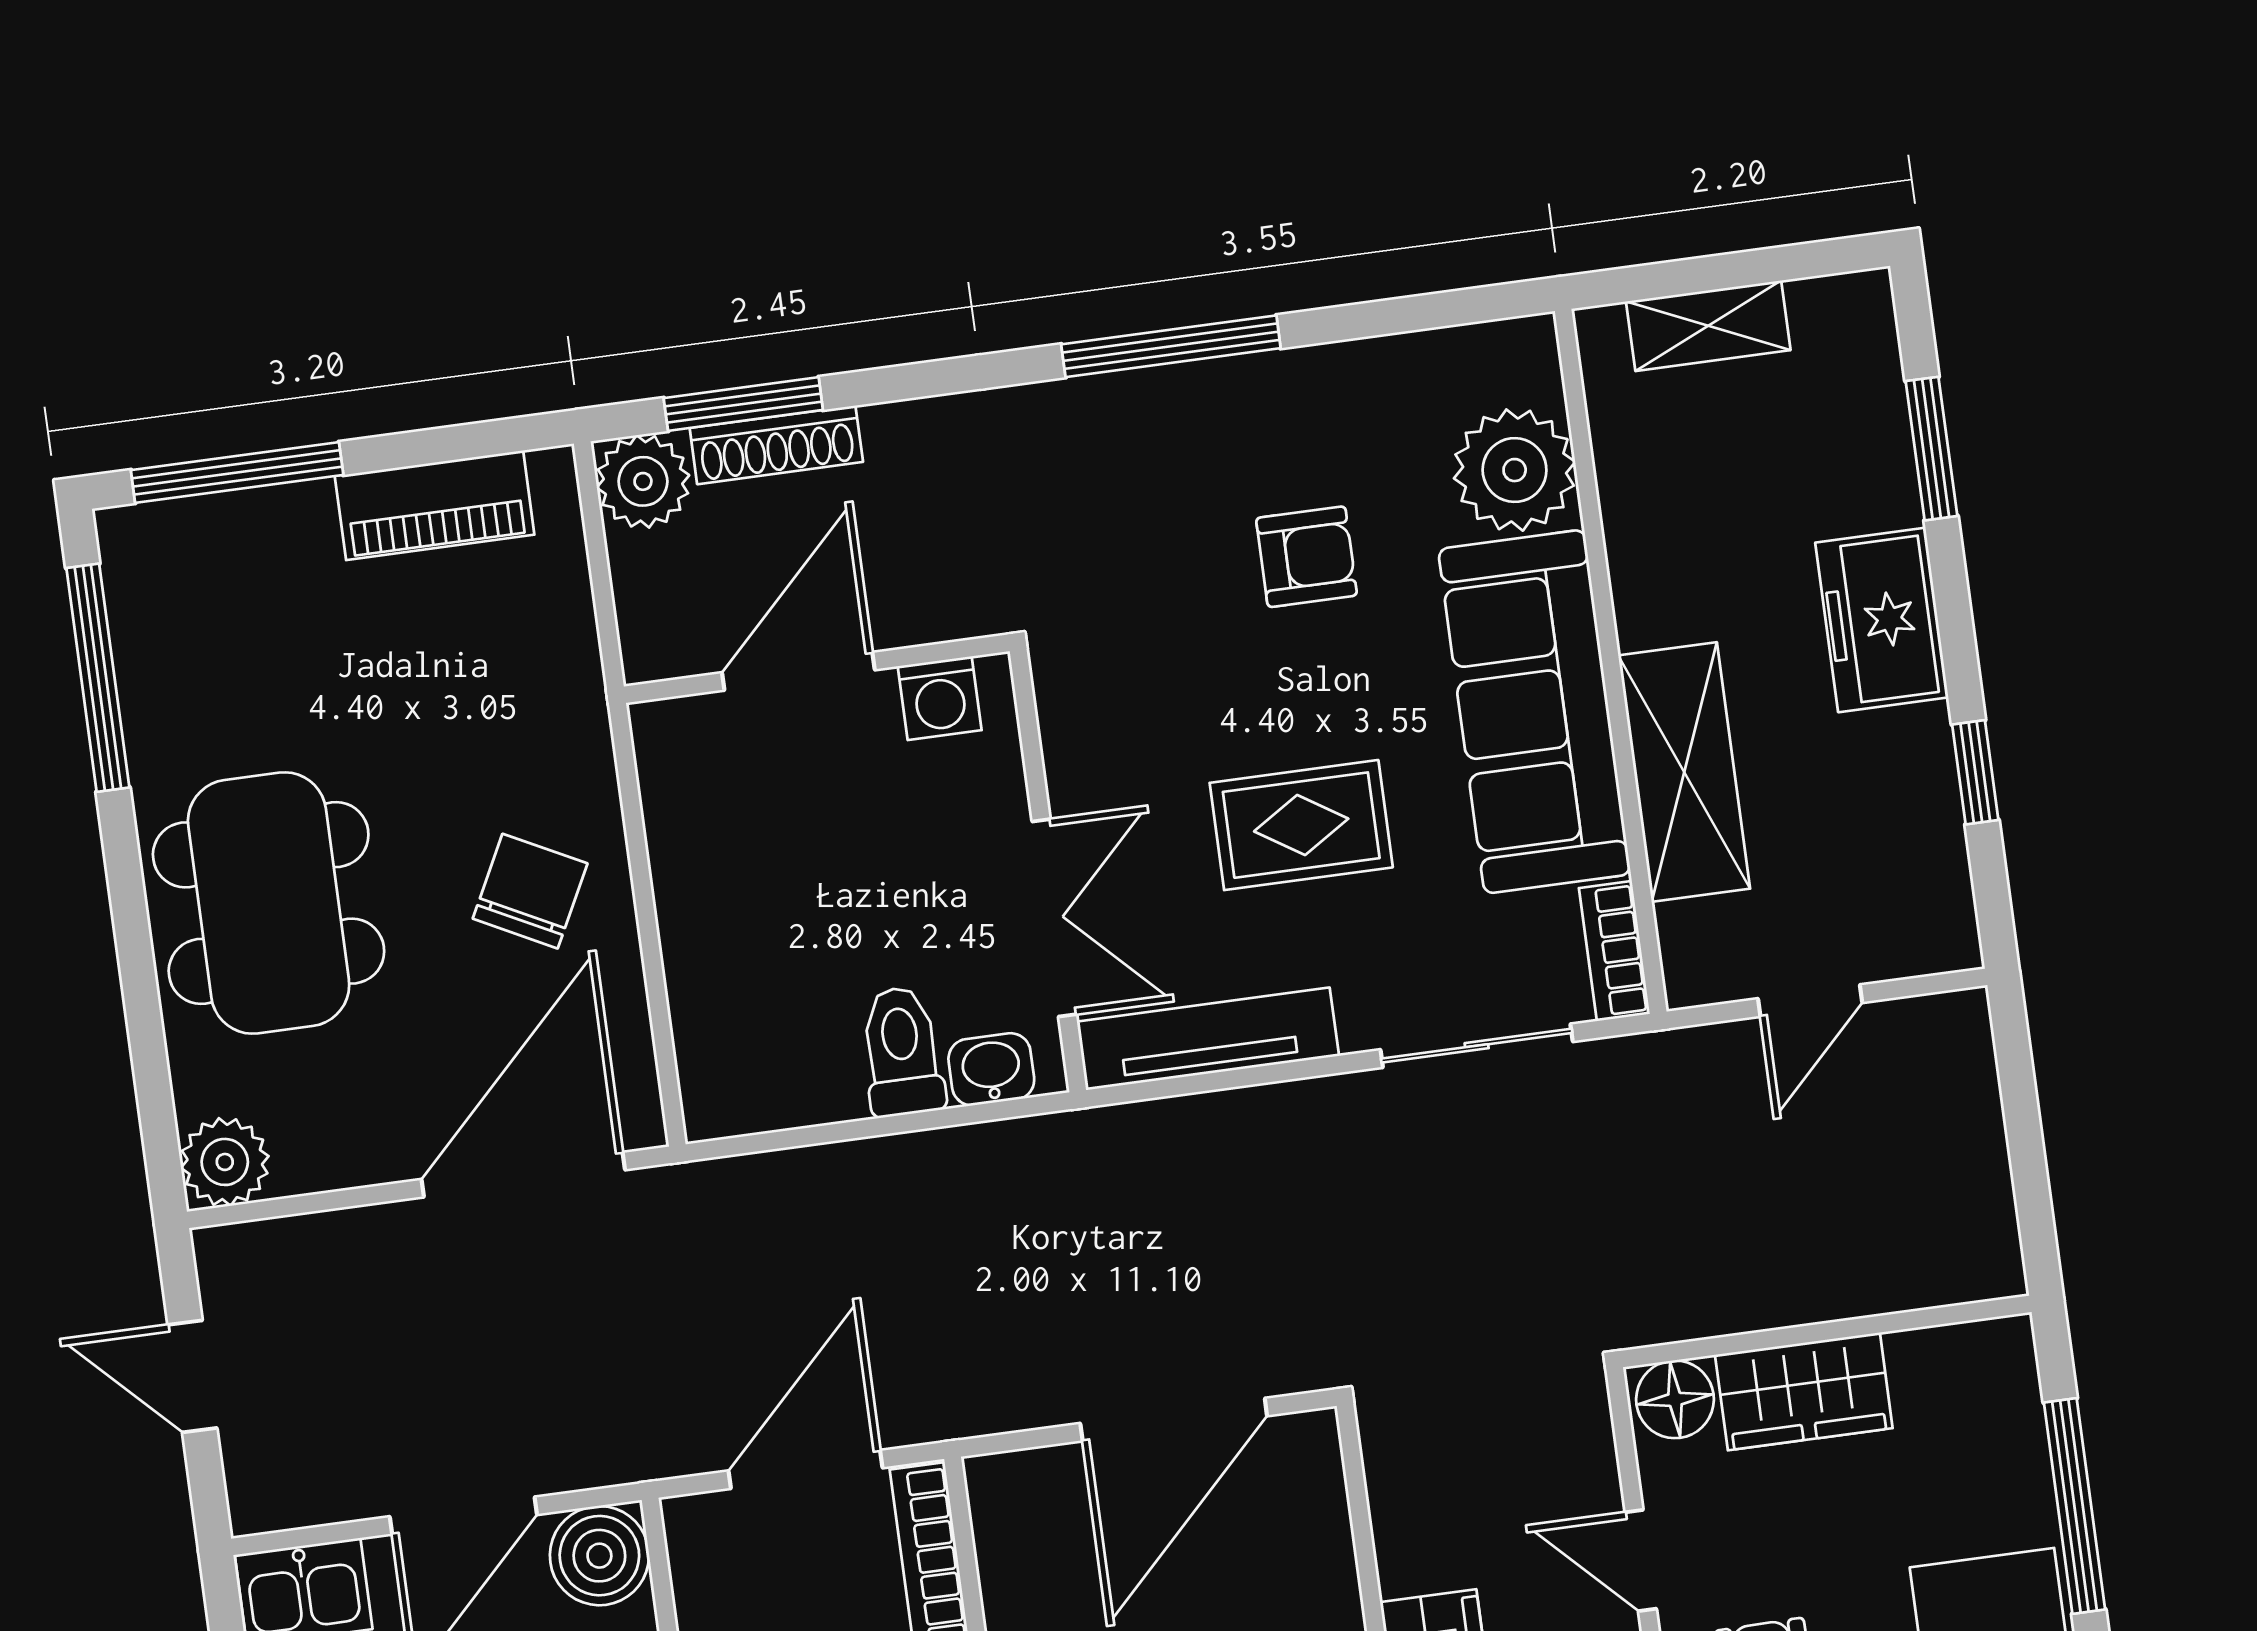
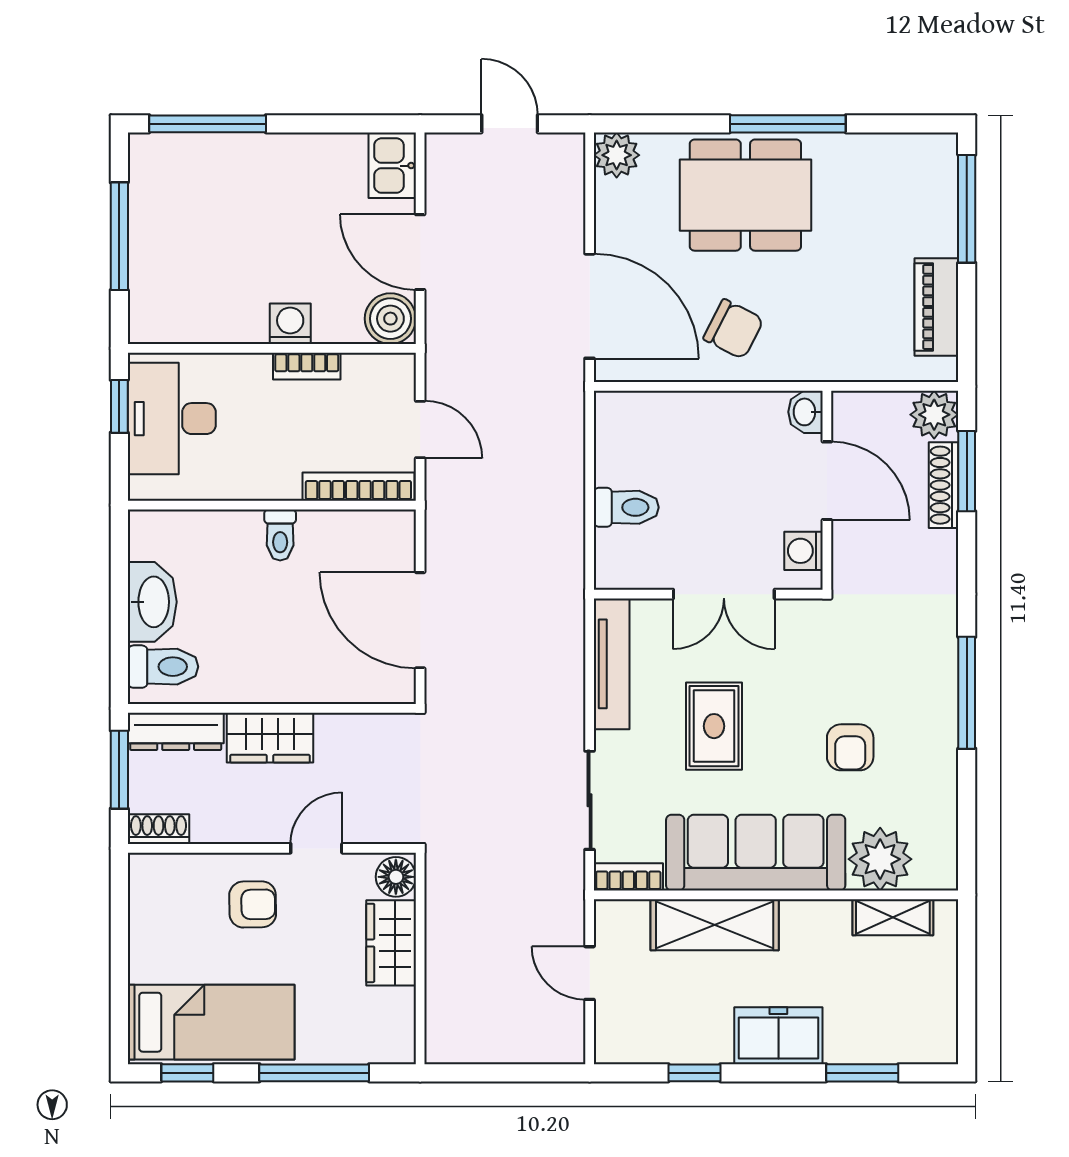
shelving: (1708, 326) -> (893, 917), moved, turned 90
window: (98, 678) -> (788, 124), moved
double door: (1054, 918) -> (724, 594), moved
washbasin: (991, 1069) -> (805, 412), moved, turned 180
door: (192, 1376) -> (510, 124), hinge flipped
door: (806, 1469) -> (420, 429), width x0.73

